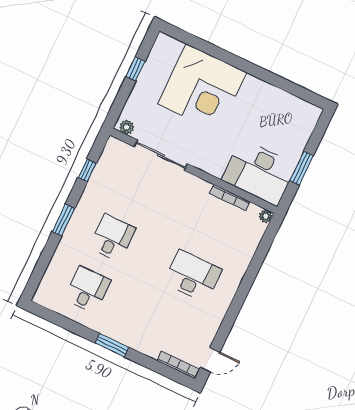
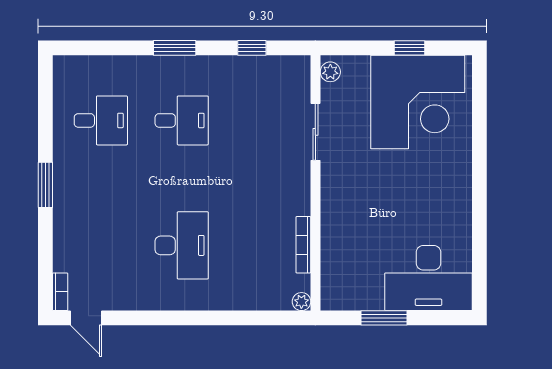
corner desk: (202, 88) -> (418, 102), moved, turned -90
sliding door: (161, 155) -> (315, 132), width x0.73
desk: (259, 172) -> (428, 278), moved, turned -90
bookcase: (178, 365) -> (60, 292), width x0.64

